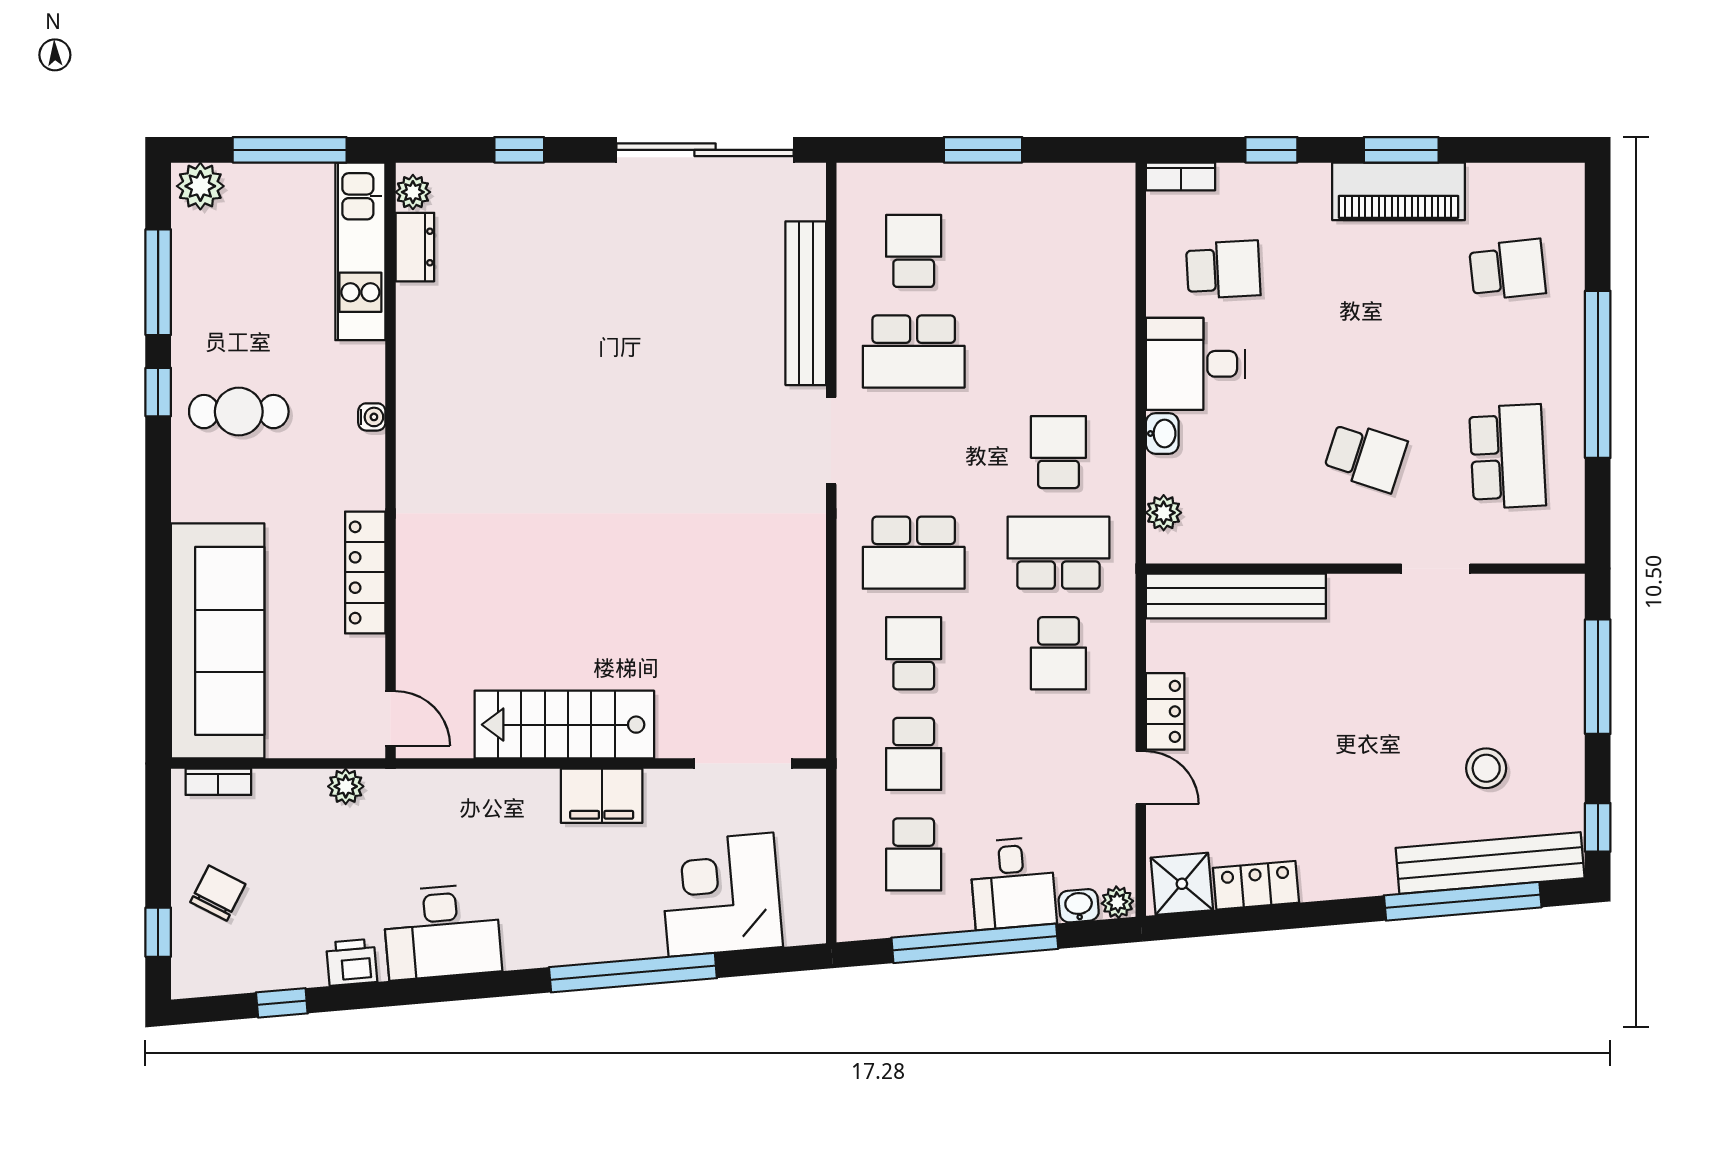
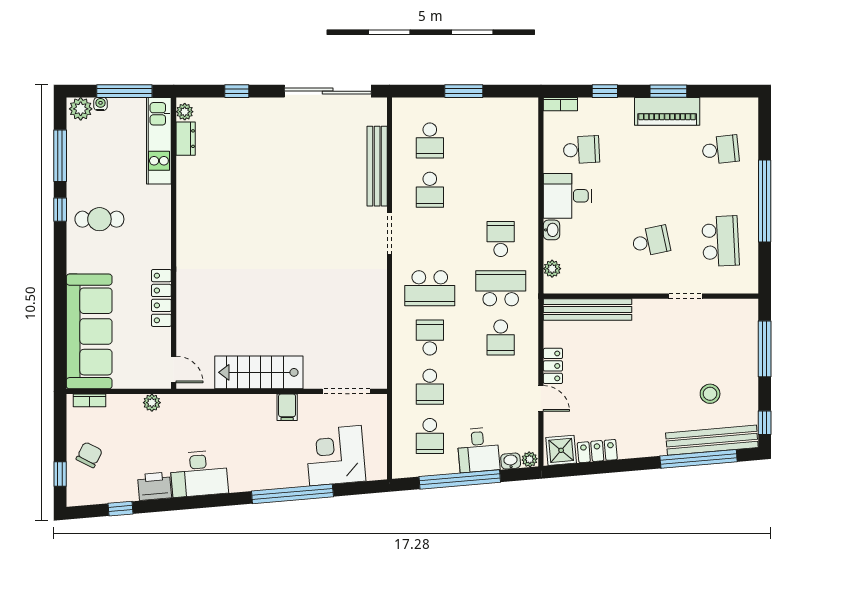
school desk: (914, 251) -> (430, 141), turned 180
school desk: (914, 352) -> (430, 190), width x0.54
water cooler: (372, 417) -> (100, 104), moved, turned -90
school desk: (1365, 456) -> (651, 241), turned -30
filing cabinet: (602, 796) -> (287, 407), width x0.50
printer: (352, 962) -> (154, 486), width x1.36, depth x1.24

